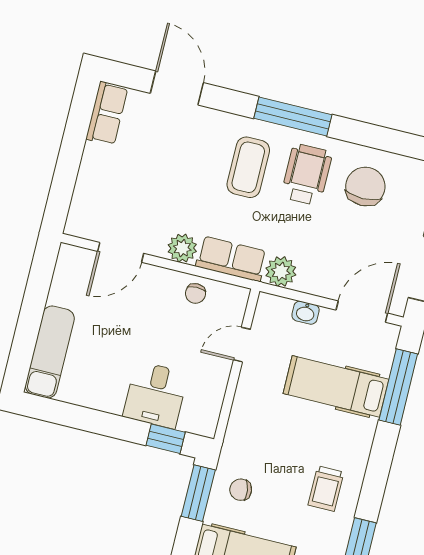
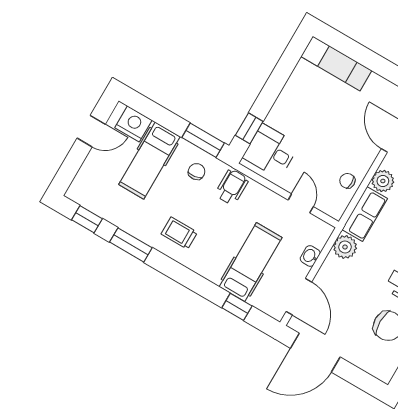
window: (398, 387) -> (237, 307), width x0.46
desk: (155, 395) -> (271, 151), moved
wheelchair: (247, 439) -> (232, 187), added

